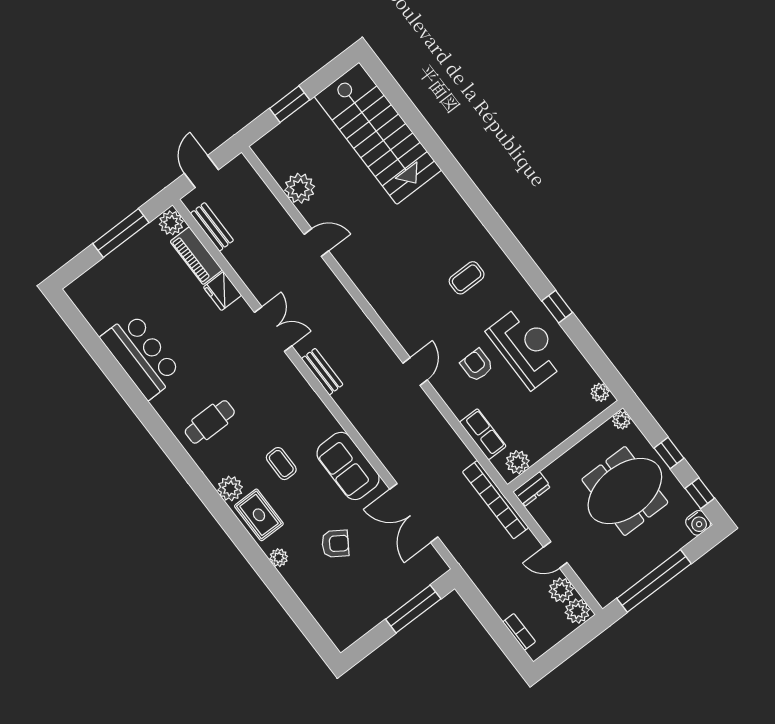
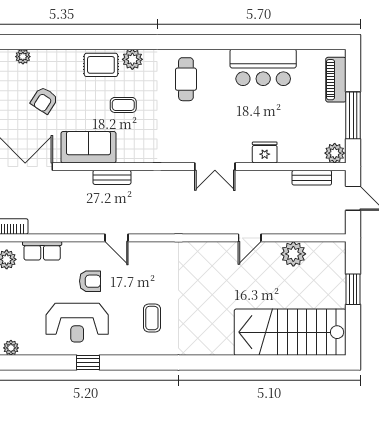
piano: (196, 256) -> (336, 80), moved, turned -90
bench: (322, 372) -> (112, 177), moved
plant: (279, 558) -> (23, 57), moved

